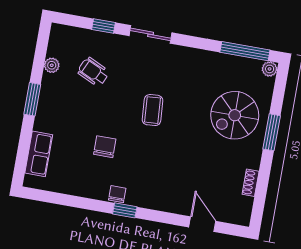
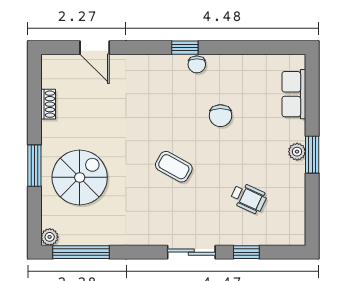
plant: (52, 65) -> (297, 152), moved
coffee table: (153, 110) -> (174, 167), turned -57

